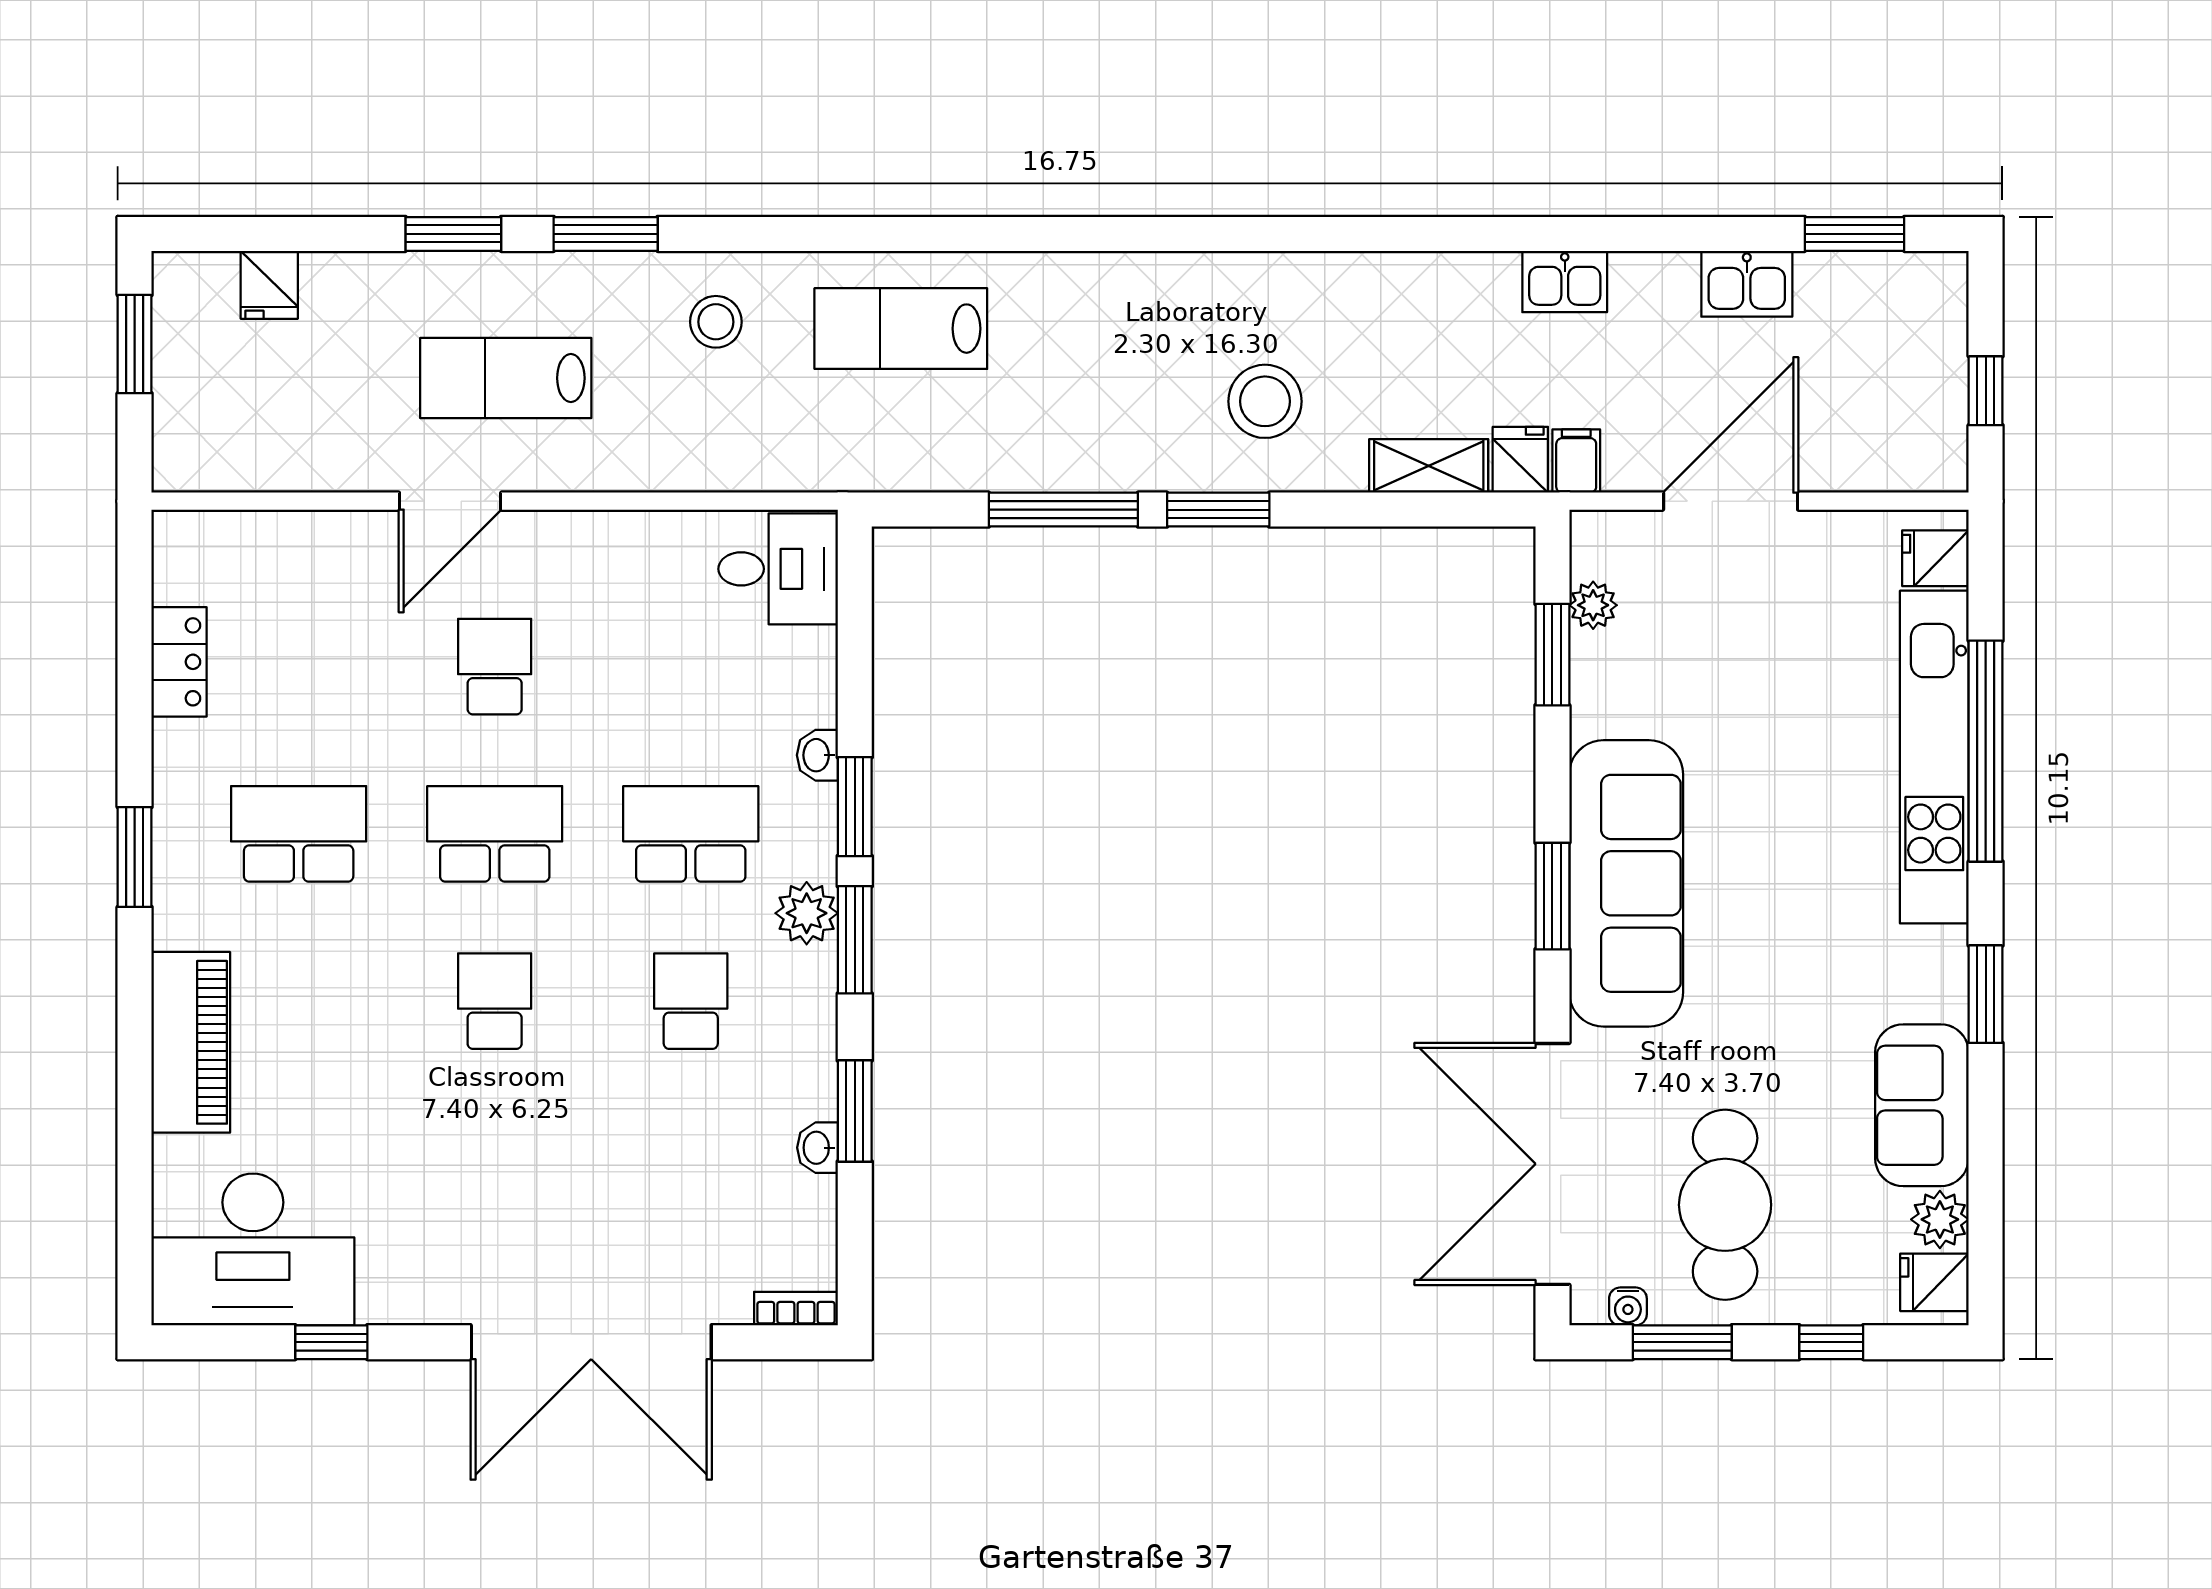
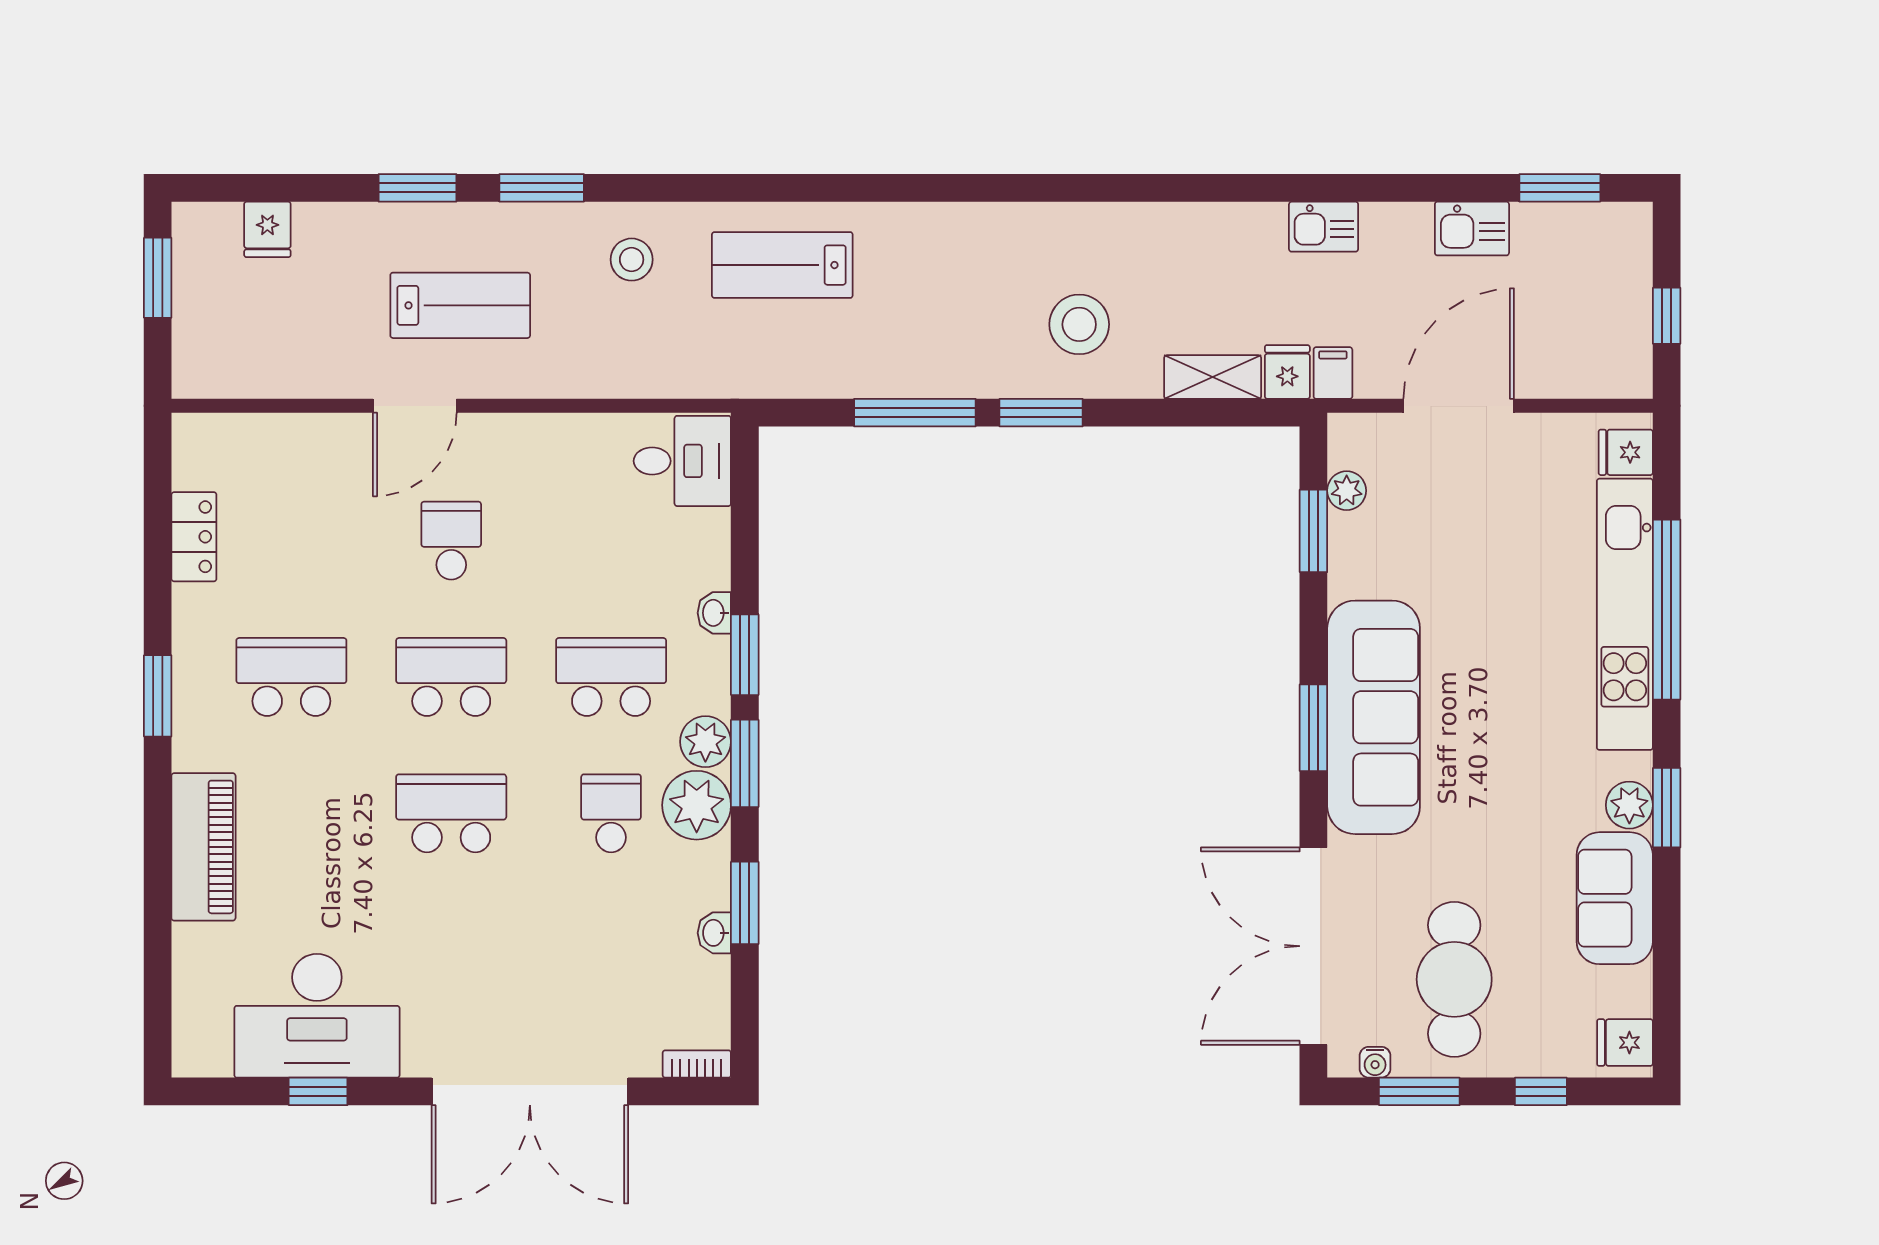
lab bench: (506, 378) -> (460, 305), turned 180
plant: (796, 991) -> (697, 805), added
school desk: (495, 1001) -> (451, 813), width x1.85
plant: (1940, 1219) -> (1629, 805), moved
desk: (253, 1249) -> (317, 1016), moved

